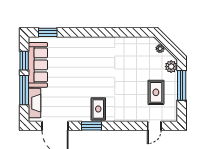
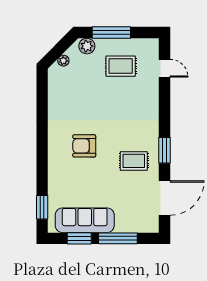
armchair: (95, 65) -> (84, 146), added
fireplace: (34, 103) -> (135, 225), removed
rug: (98, 109) -> (134, 161), moved

